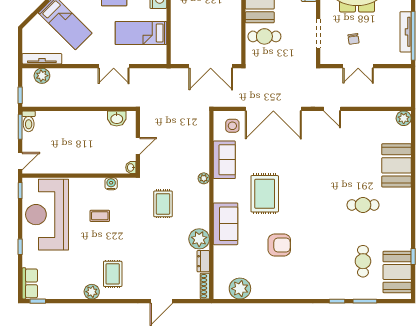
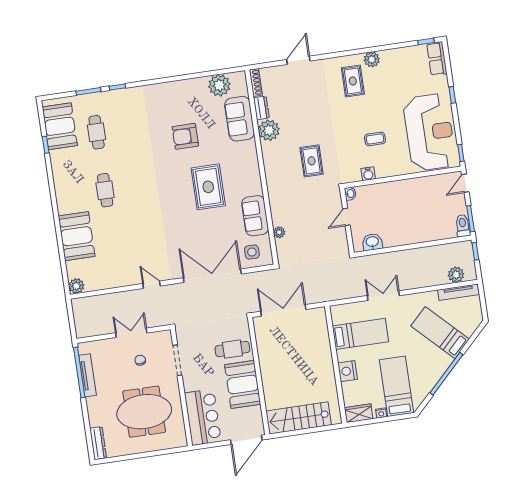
plant: (204, 178) -> (279, 232), moved
cafe table: (363, 205) -> (105, 190), turned 90
sofa: (225, 224) -> (239, 119), moved

